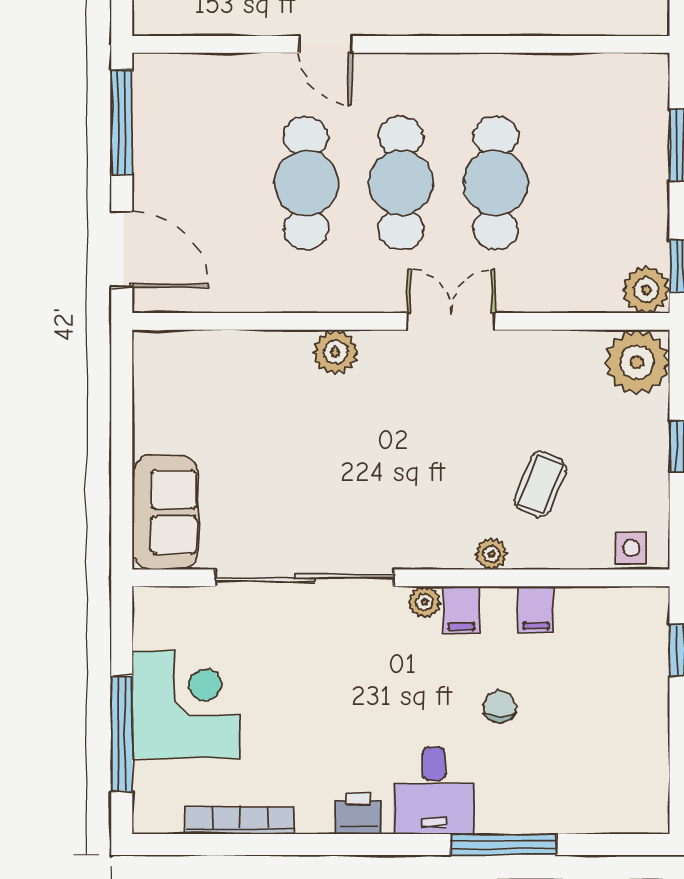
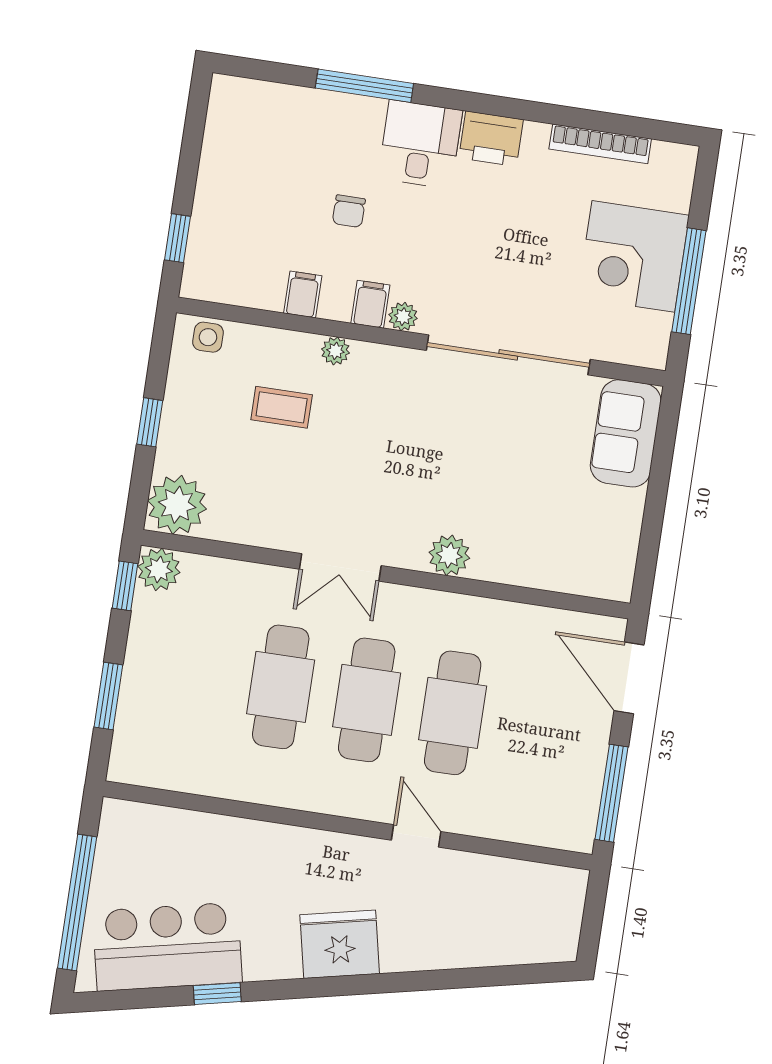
coffee table: (540, 484) -> (282, 407), turned 68
window: (122, 734) -> (689, 281), moved
printer: (358, 813) -> (491, 139), width x1.36, depth x1.24

